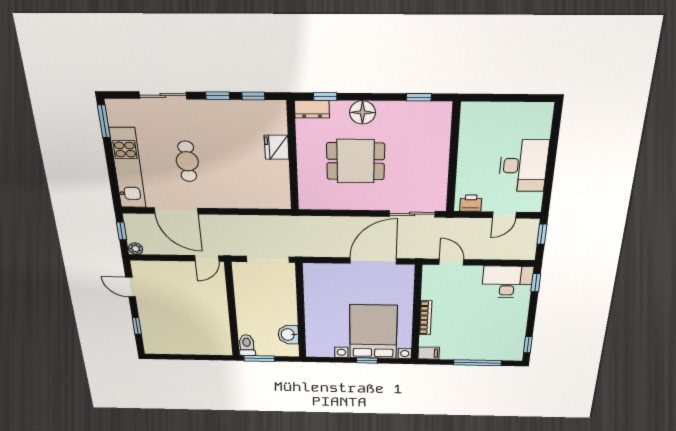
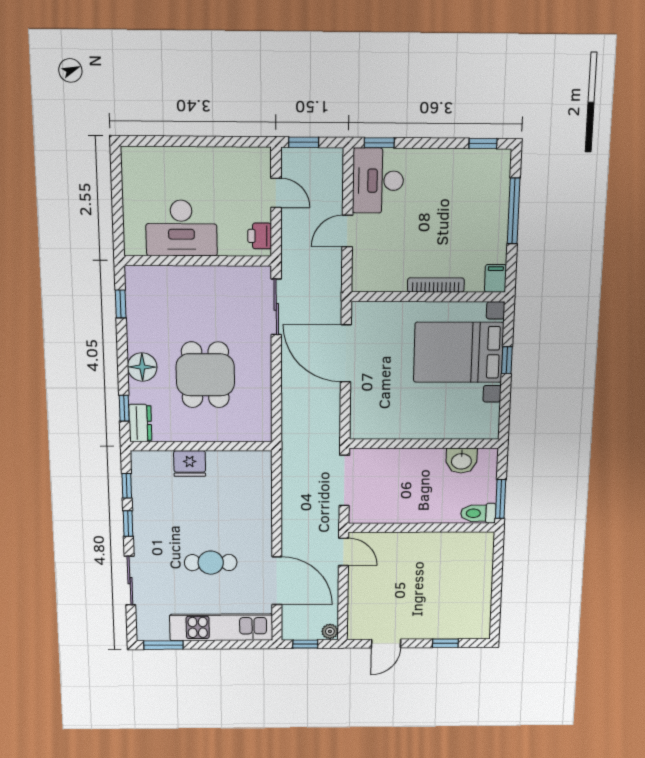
desk: (523, 166) -> (181, 228), moved, turned 180
door: (176, 211) -> (277, 581), hinge flipped
door: (451, 262) -> (347, 231), moved

